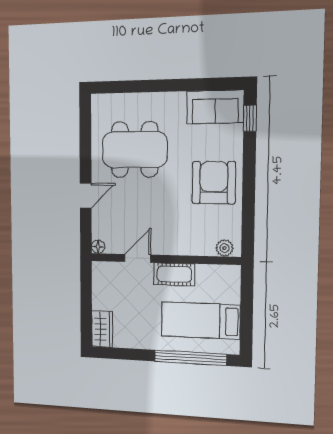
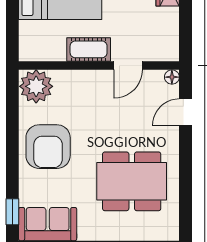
door: (86, 196) -> (186, 112), moved
plant: (224, 248) -> (36, 86), width x1.87, depth x1.87

